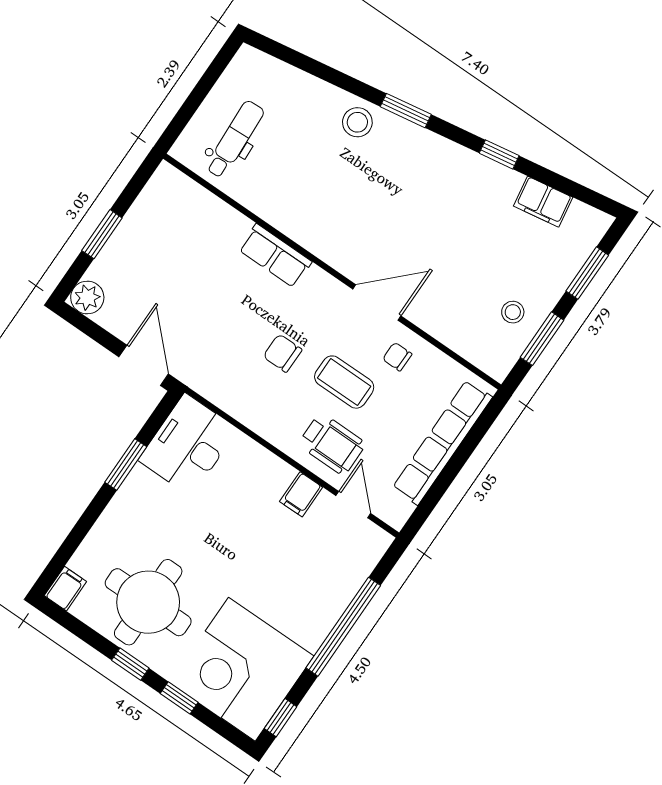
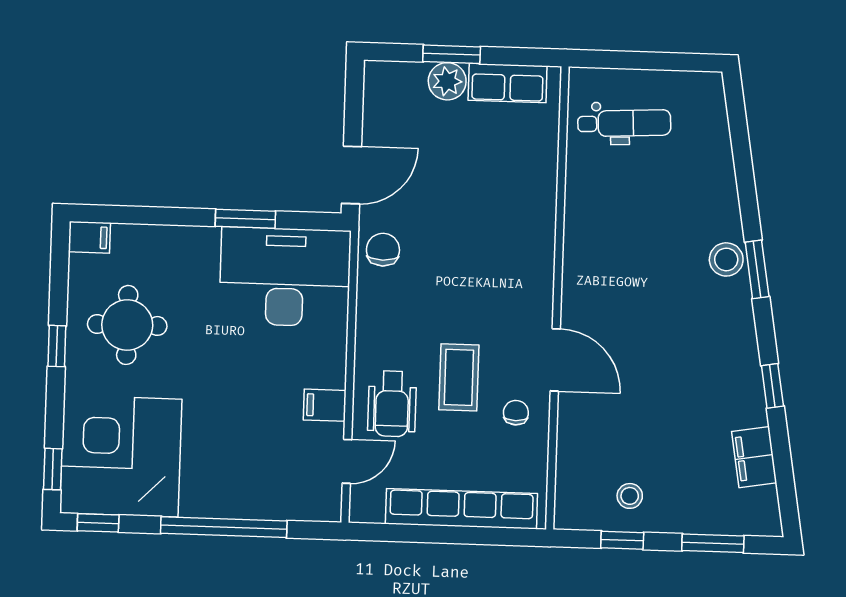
stool: (357, 122) -> (726, 259), moved
row of seats: (275, 256) -> (508, 83), moved, turned -90
plant: (87, 298) -> (447, 81), moved
window: (542, 339) -> (622, 540), width x0.67
chair: (282, 353) -> (383, 250), moved
desk: (188, 445) -> (285, 277), width x1.36, depth x1.30
round table: (148, 602) -> (127, 325), width x0.73, depth x0.73
window: (179, 698) -> (53, 469), moved

